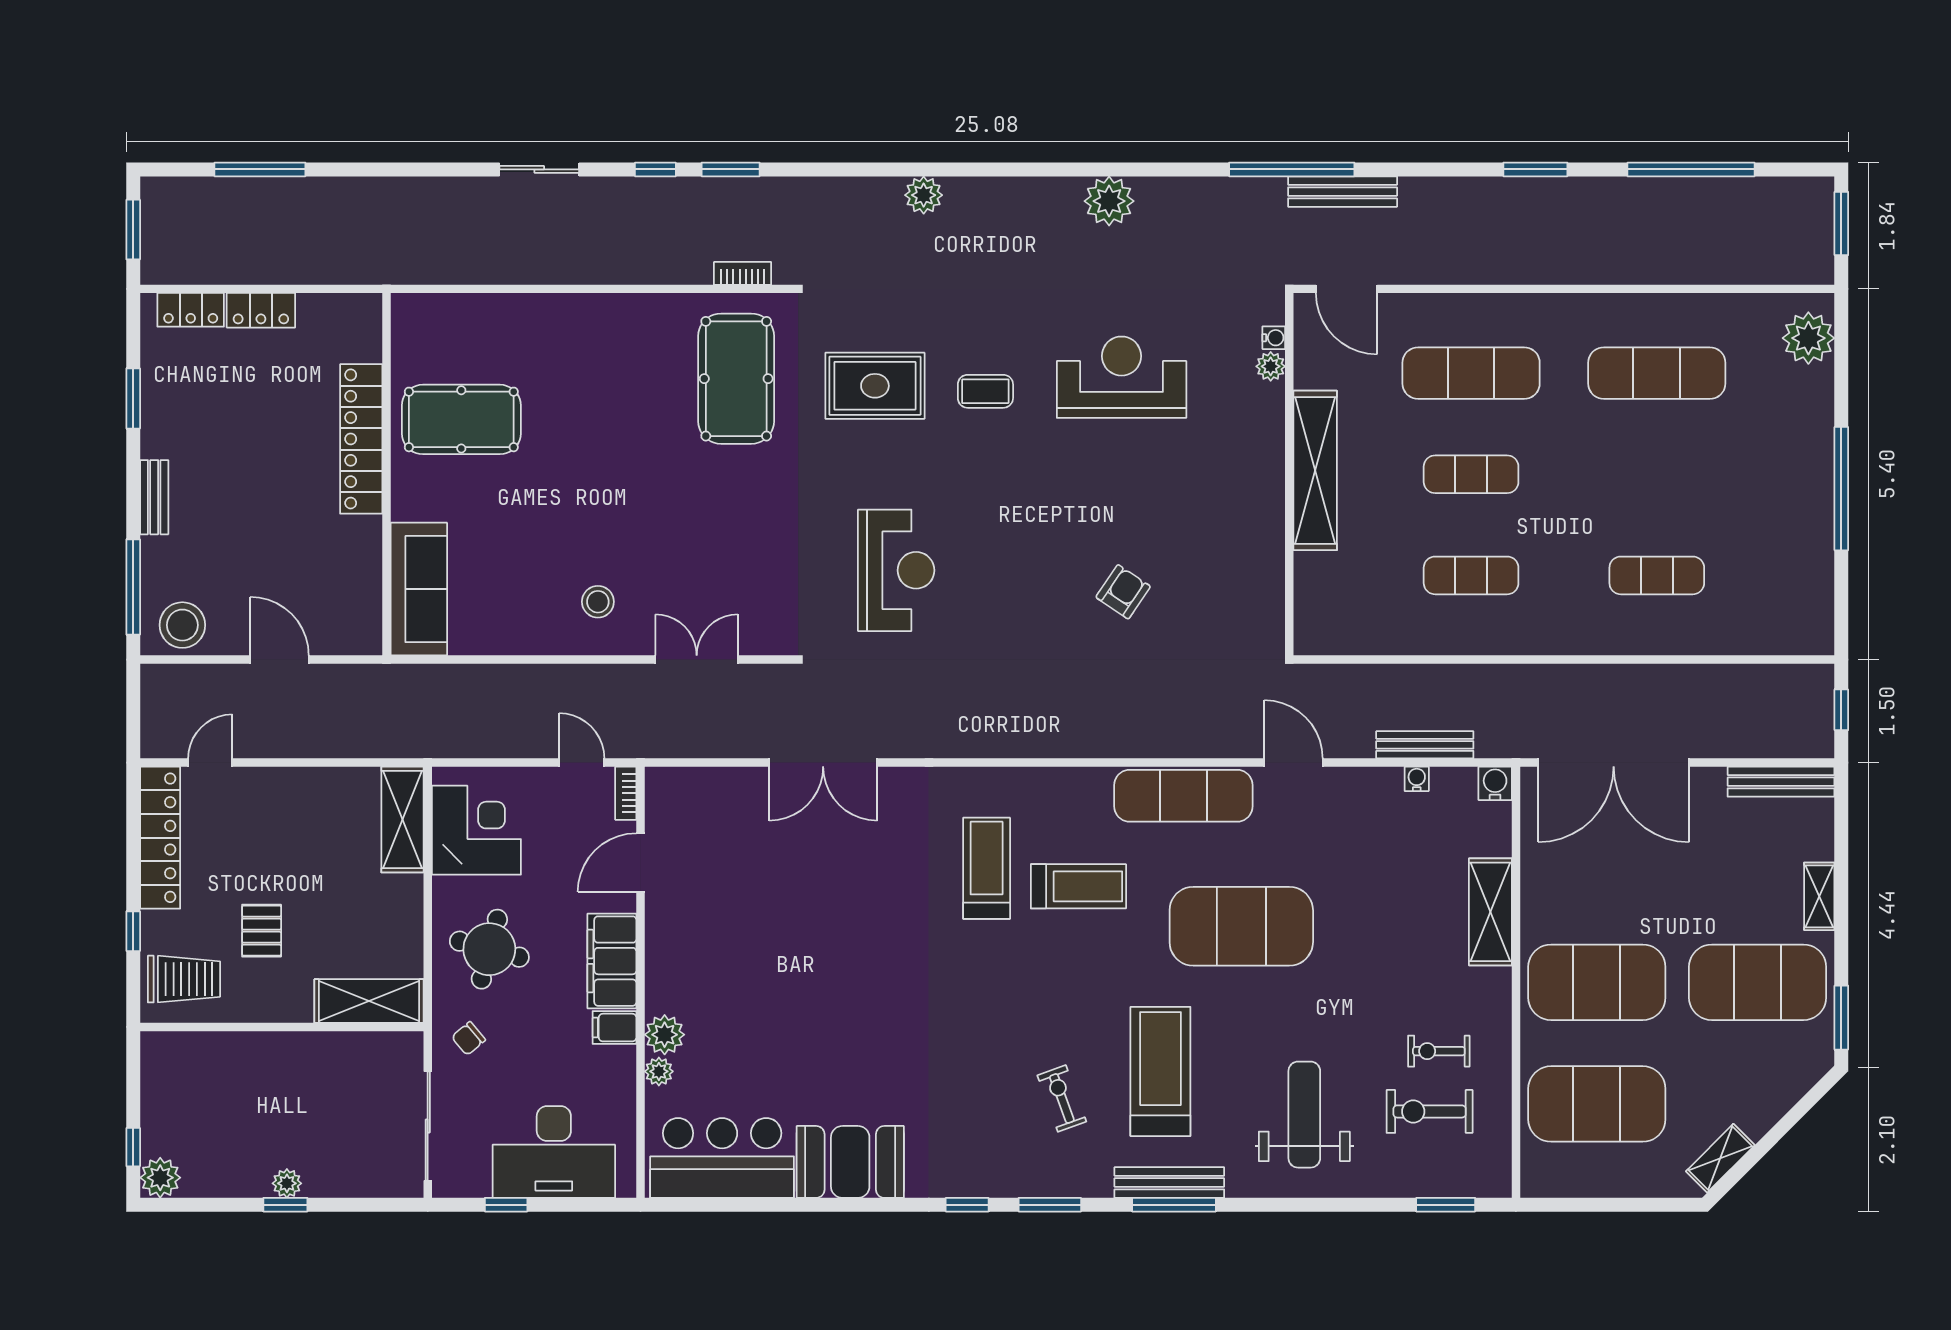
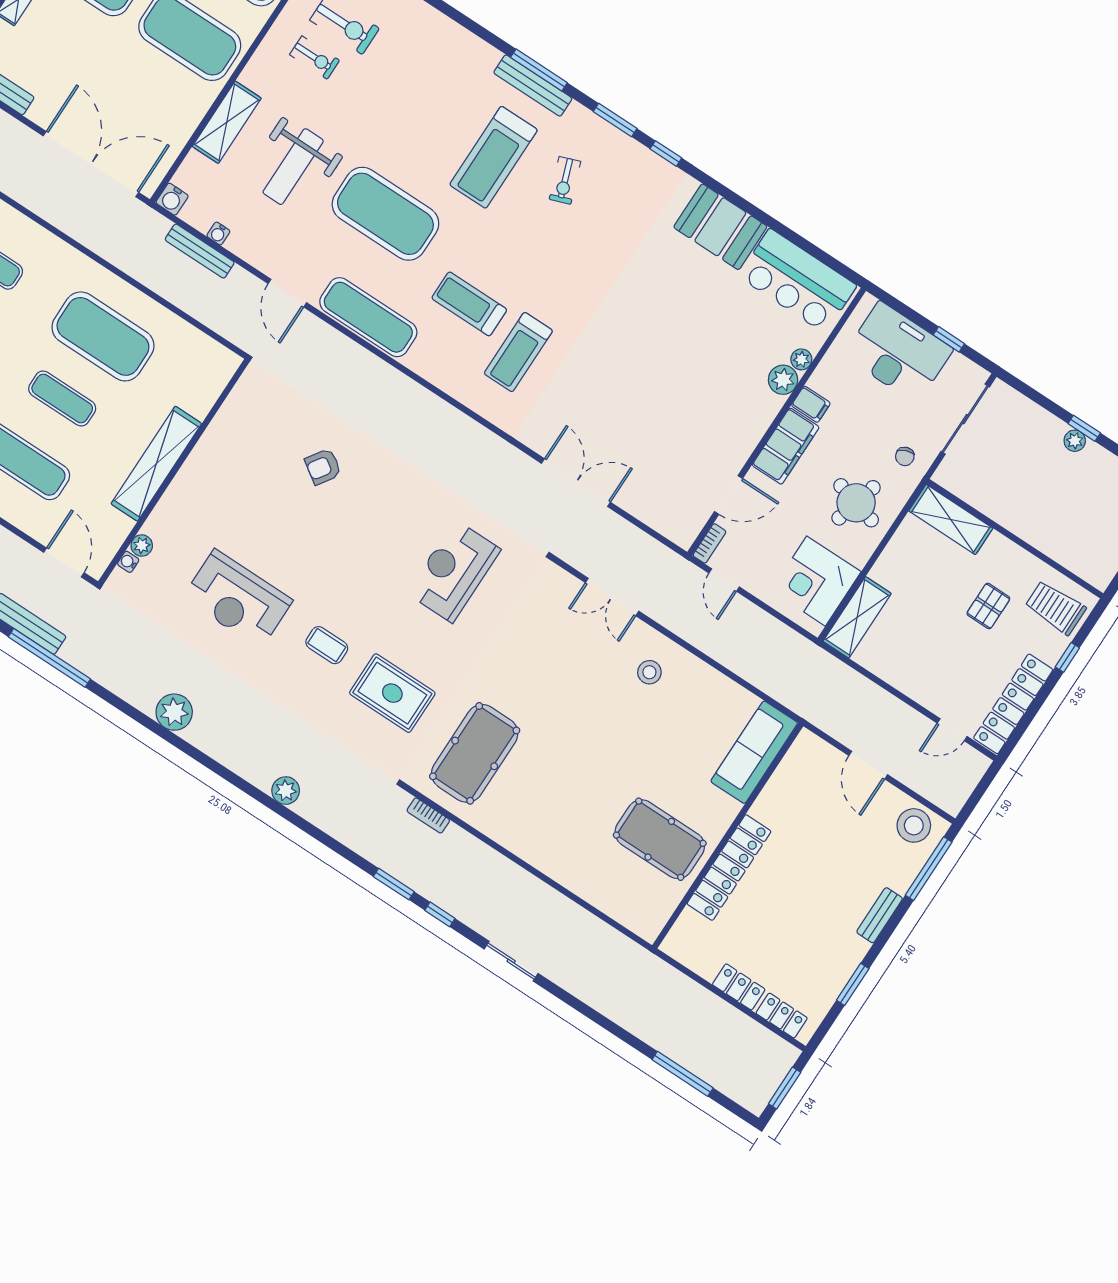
exercise mat: (1471, 575) -> (103, 336), width x2.00, depth x1.45
chair: (469, 1038) -> (905, 456), turned 109
weight bench: (1304, 1115) -> (293, 167), moved

